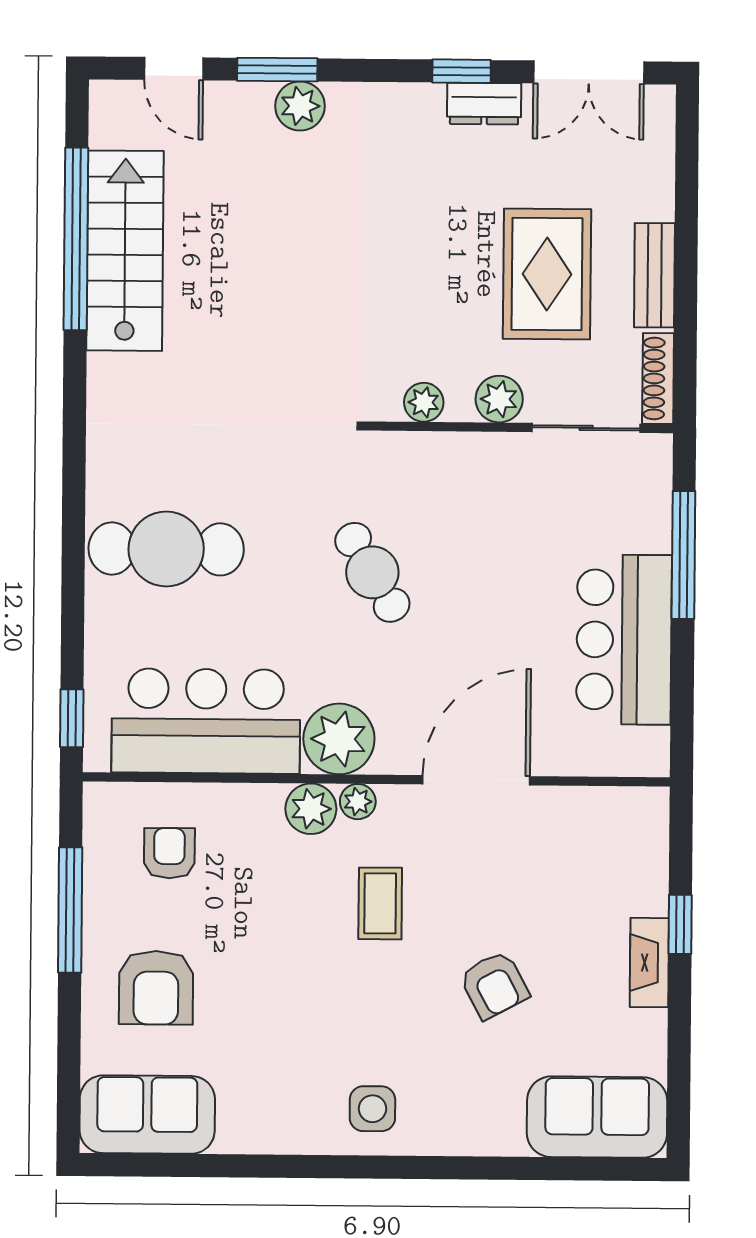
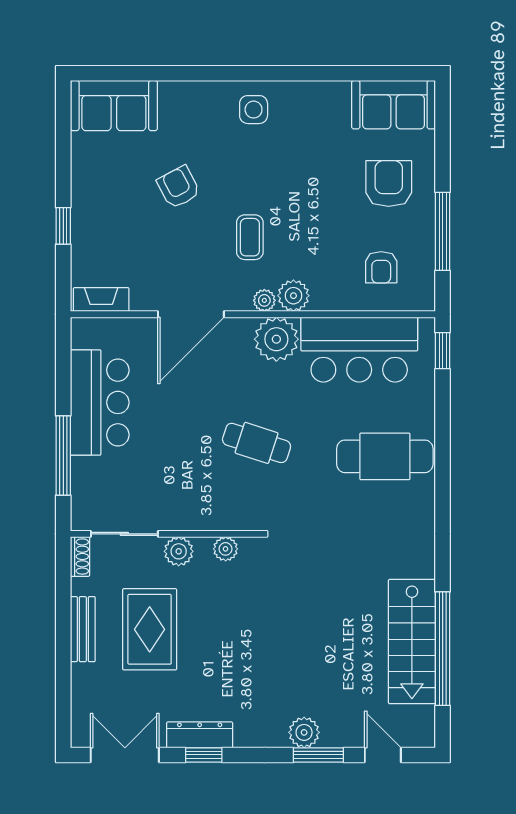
dresser: (484, 104) -> (200, 735), width x1.44
shoe rack: (658, 379) -> (80, 556), width x0.70
cafe table: (372, 572) -> (257, 443), turned -41
fireplace: (649, 963) -> (101, 300), moved, turned -90

